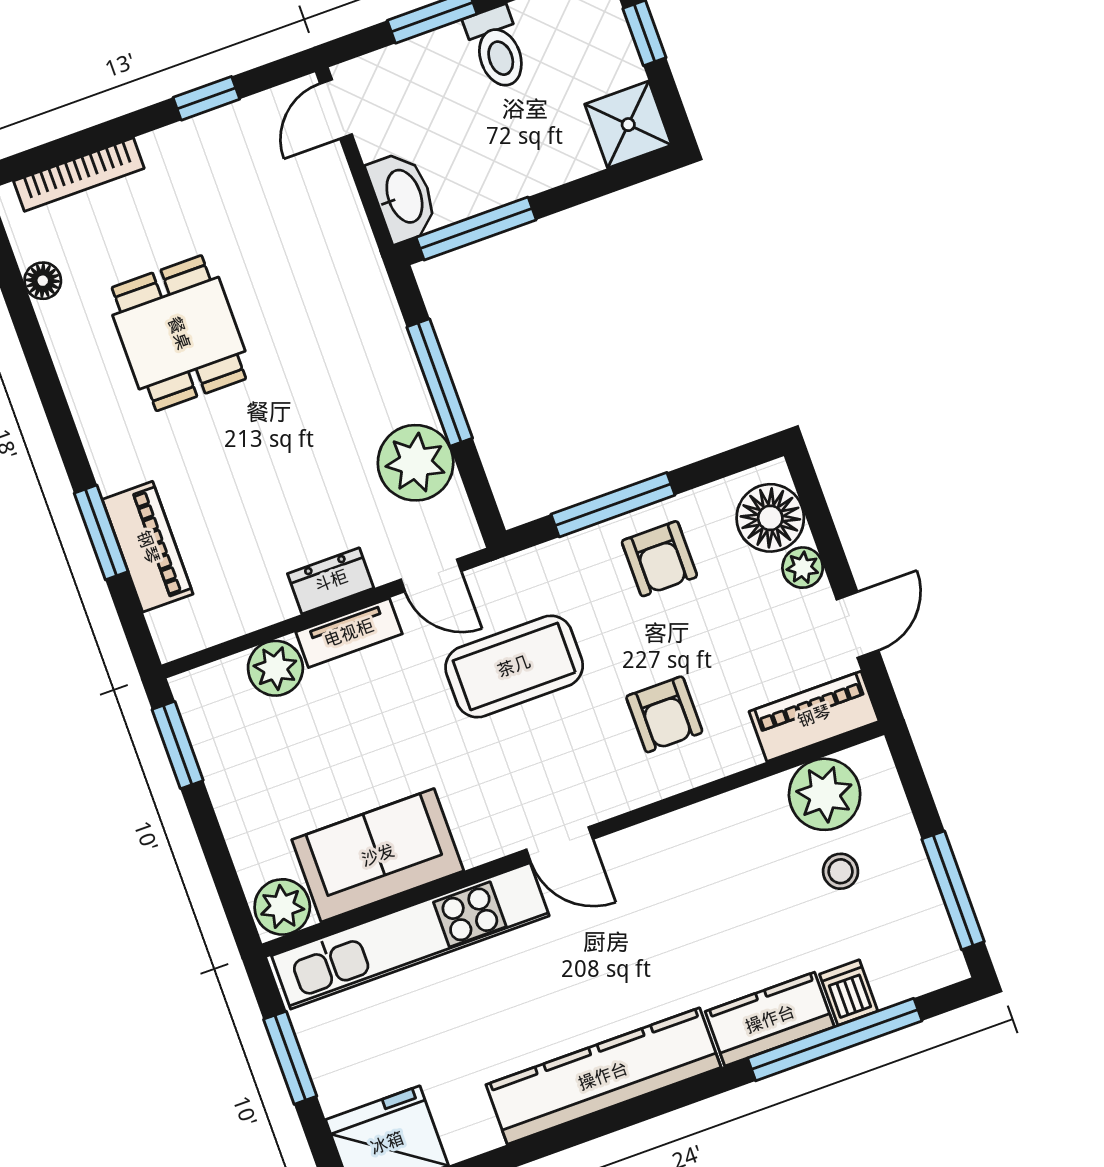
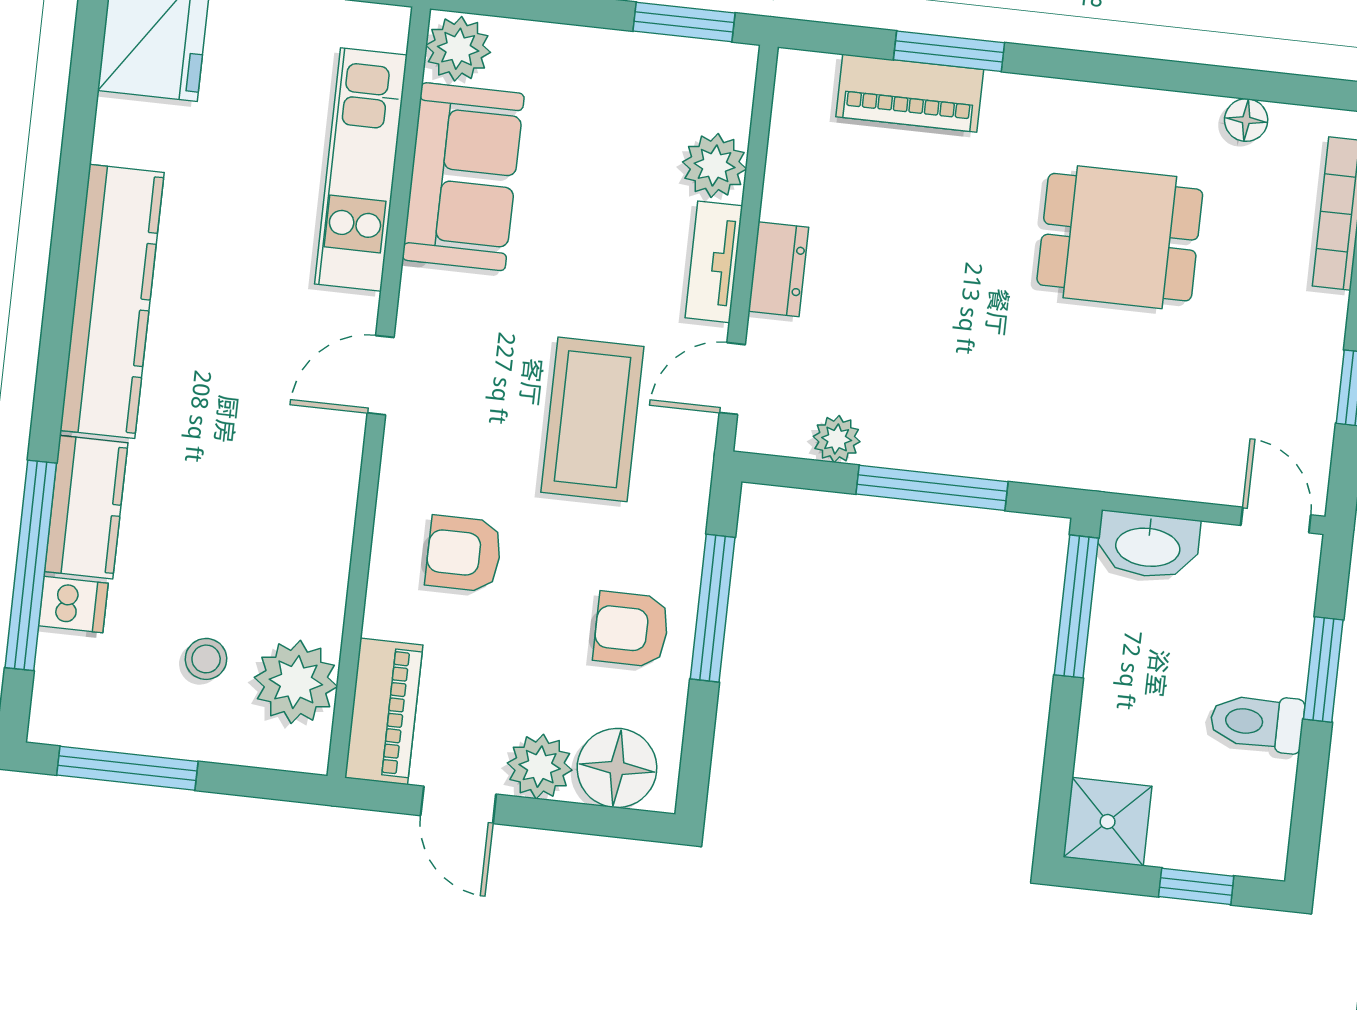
plant: (416, 463) -> (837, 439), width x0.53, depth x0.53
plant: (803, 568) -> (540, 767), width x1.38, depth x1.38
kitchen unit: (410, 936) -> (361, 170), width x0.73

